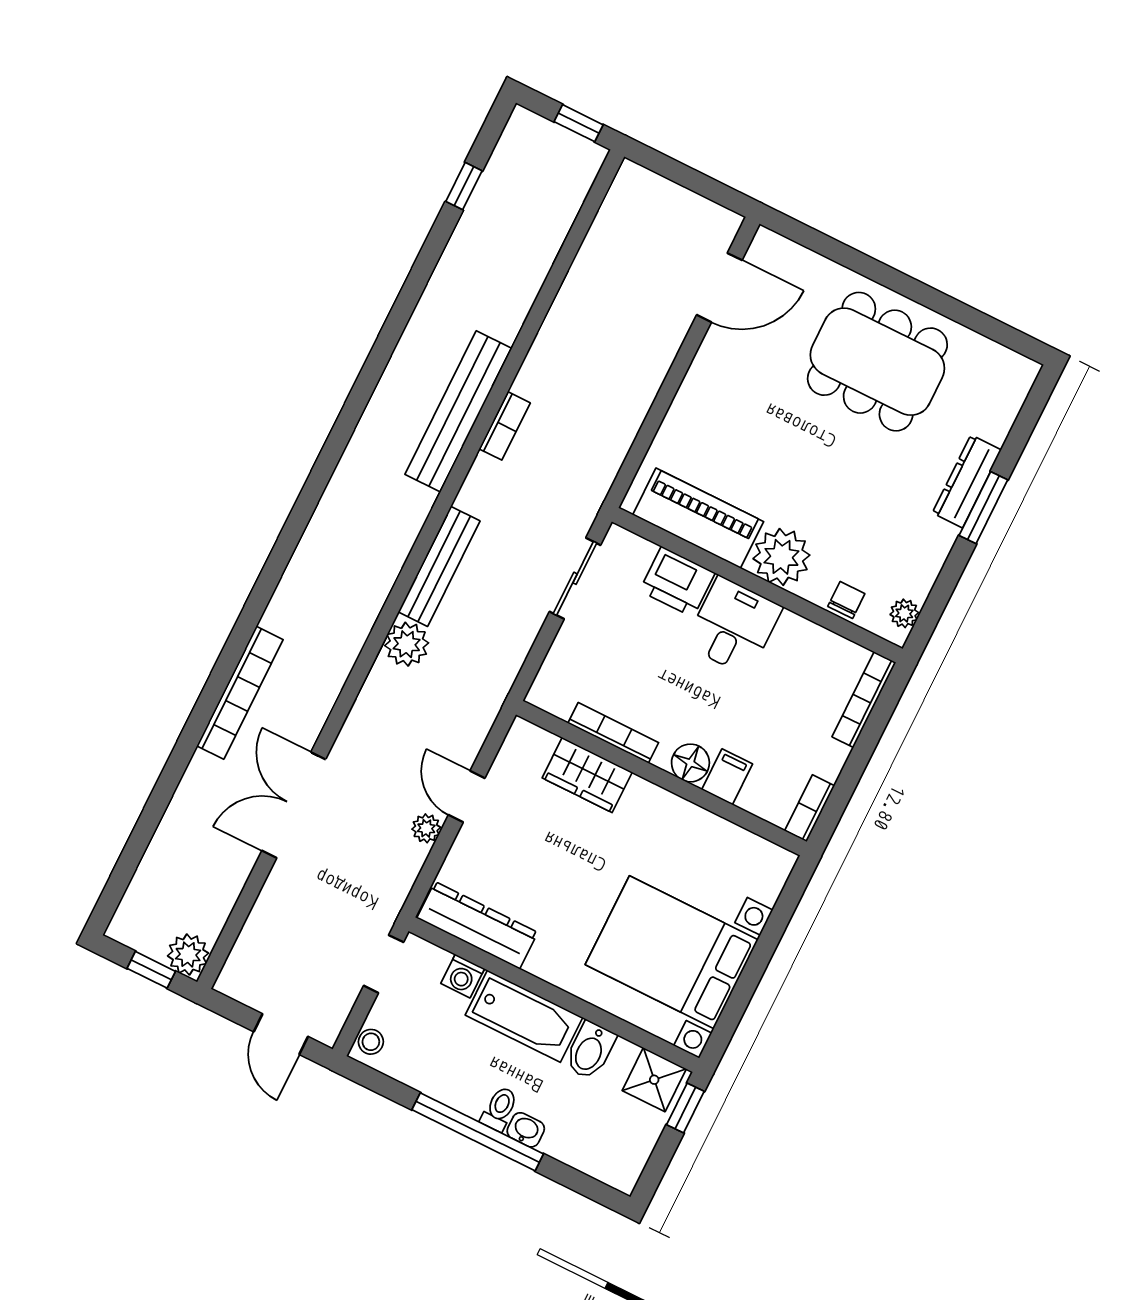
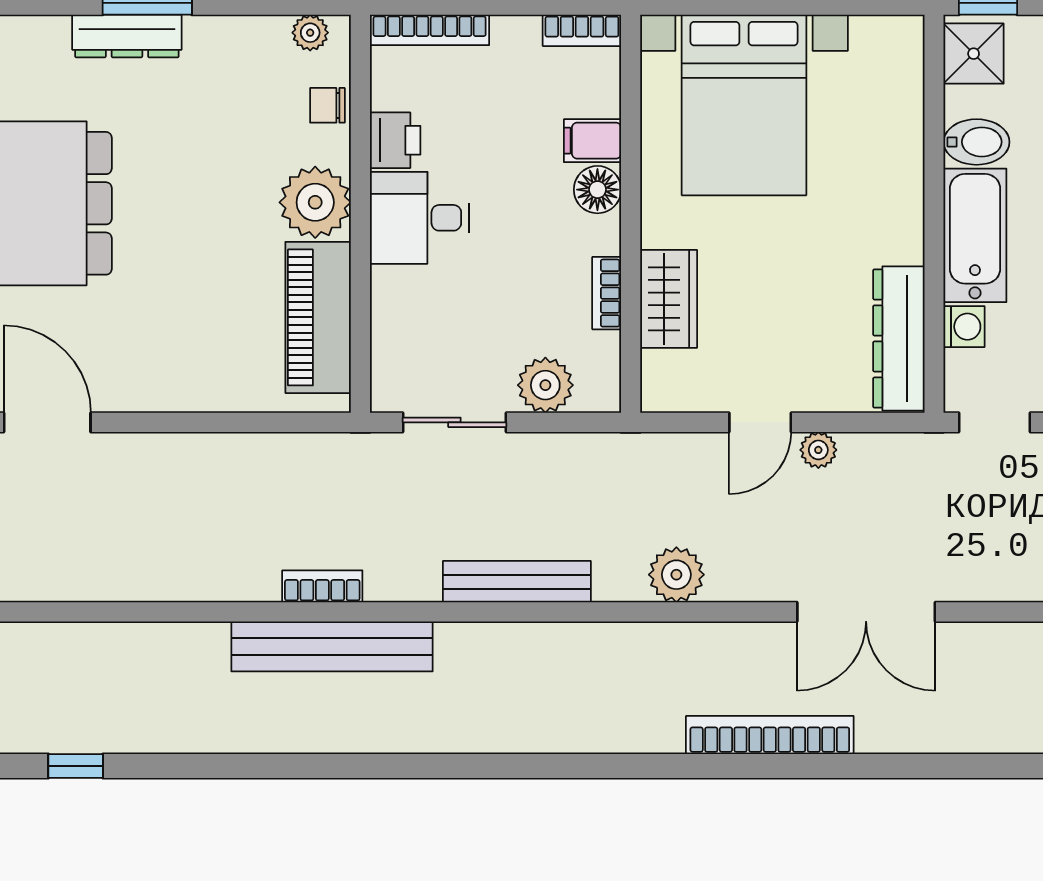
printer: (677, 582) -> (395, 140), moved, width x0.73, depth x0.81
plant: (407, 644) -> (676, 575), moved
plant: (569, 656) -> (545, 385), added
bookcase: (613, 733) -> (607, 293), width x0.64
bed with nightstands: (672, 952) -> (744, 105), moved

